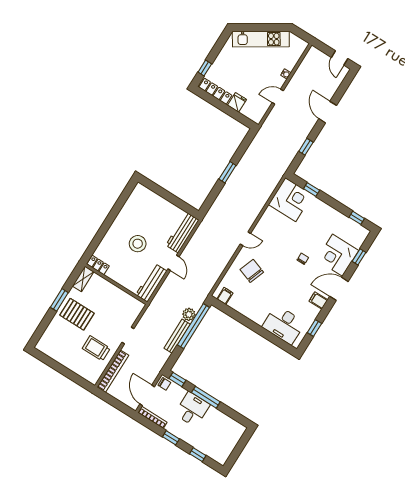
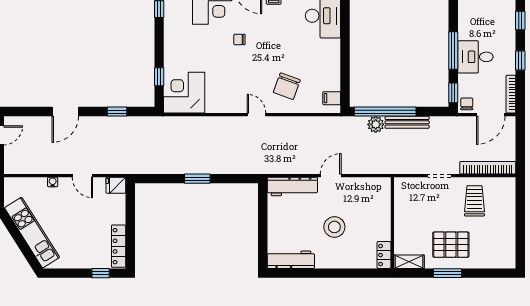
fridge: (237, 102) -> (116, 185), moved
workbench: (151, 283) -> (291, 260), moved, turned 180
pallet: (77, 314) -> (451, 245), turned 90
trolley: (96, 348) -> (474, 201), turned 180

